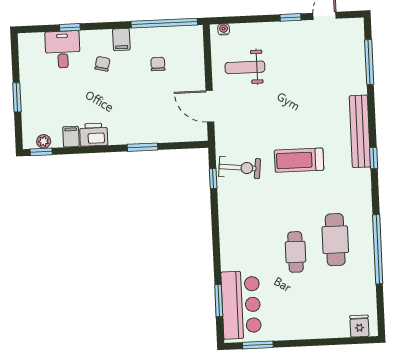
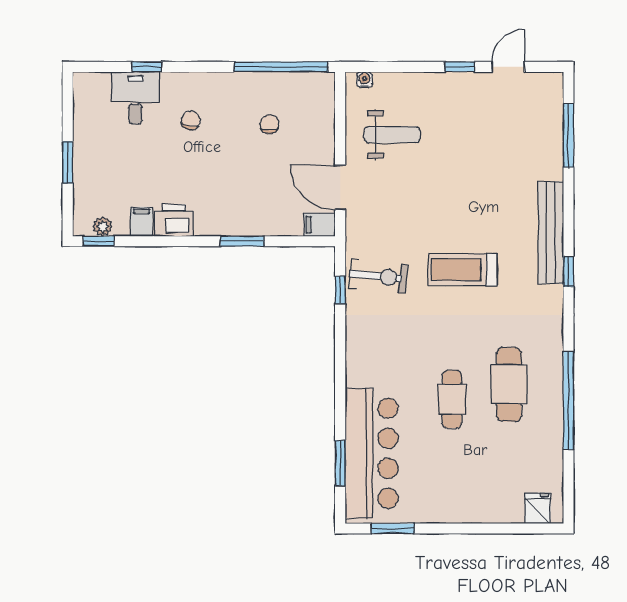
filing cabinet: (121, 40) -> (320, 225), moved, turned 90
weight bench: (245, 67) -> (392, 135), turned 180
bar counter: (241, 305) -> (372, 453), width x1.36

